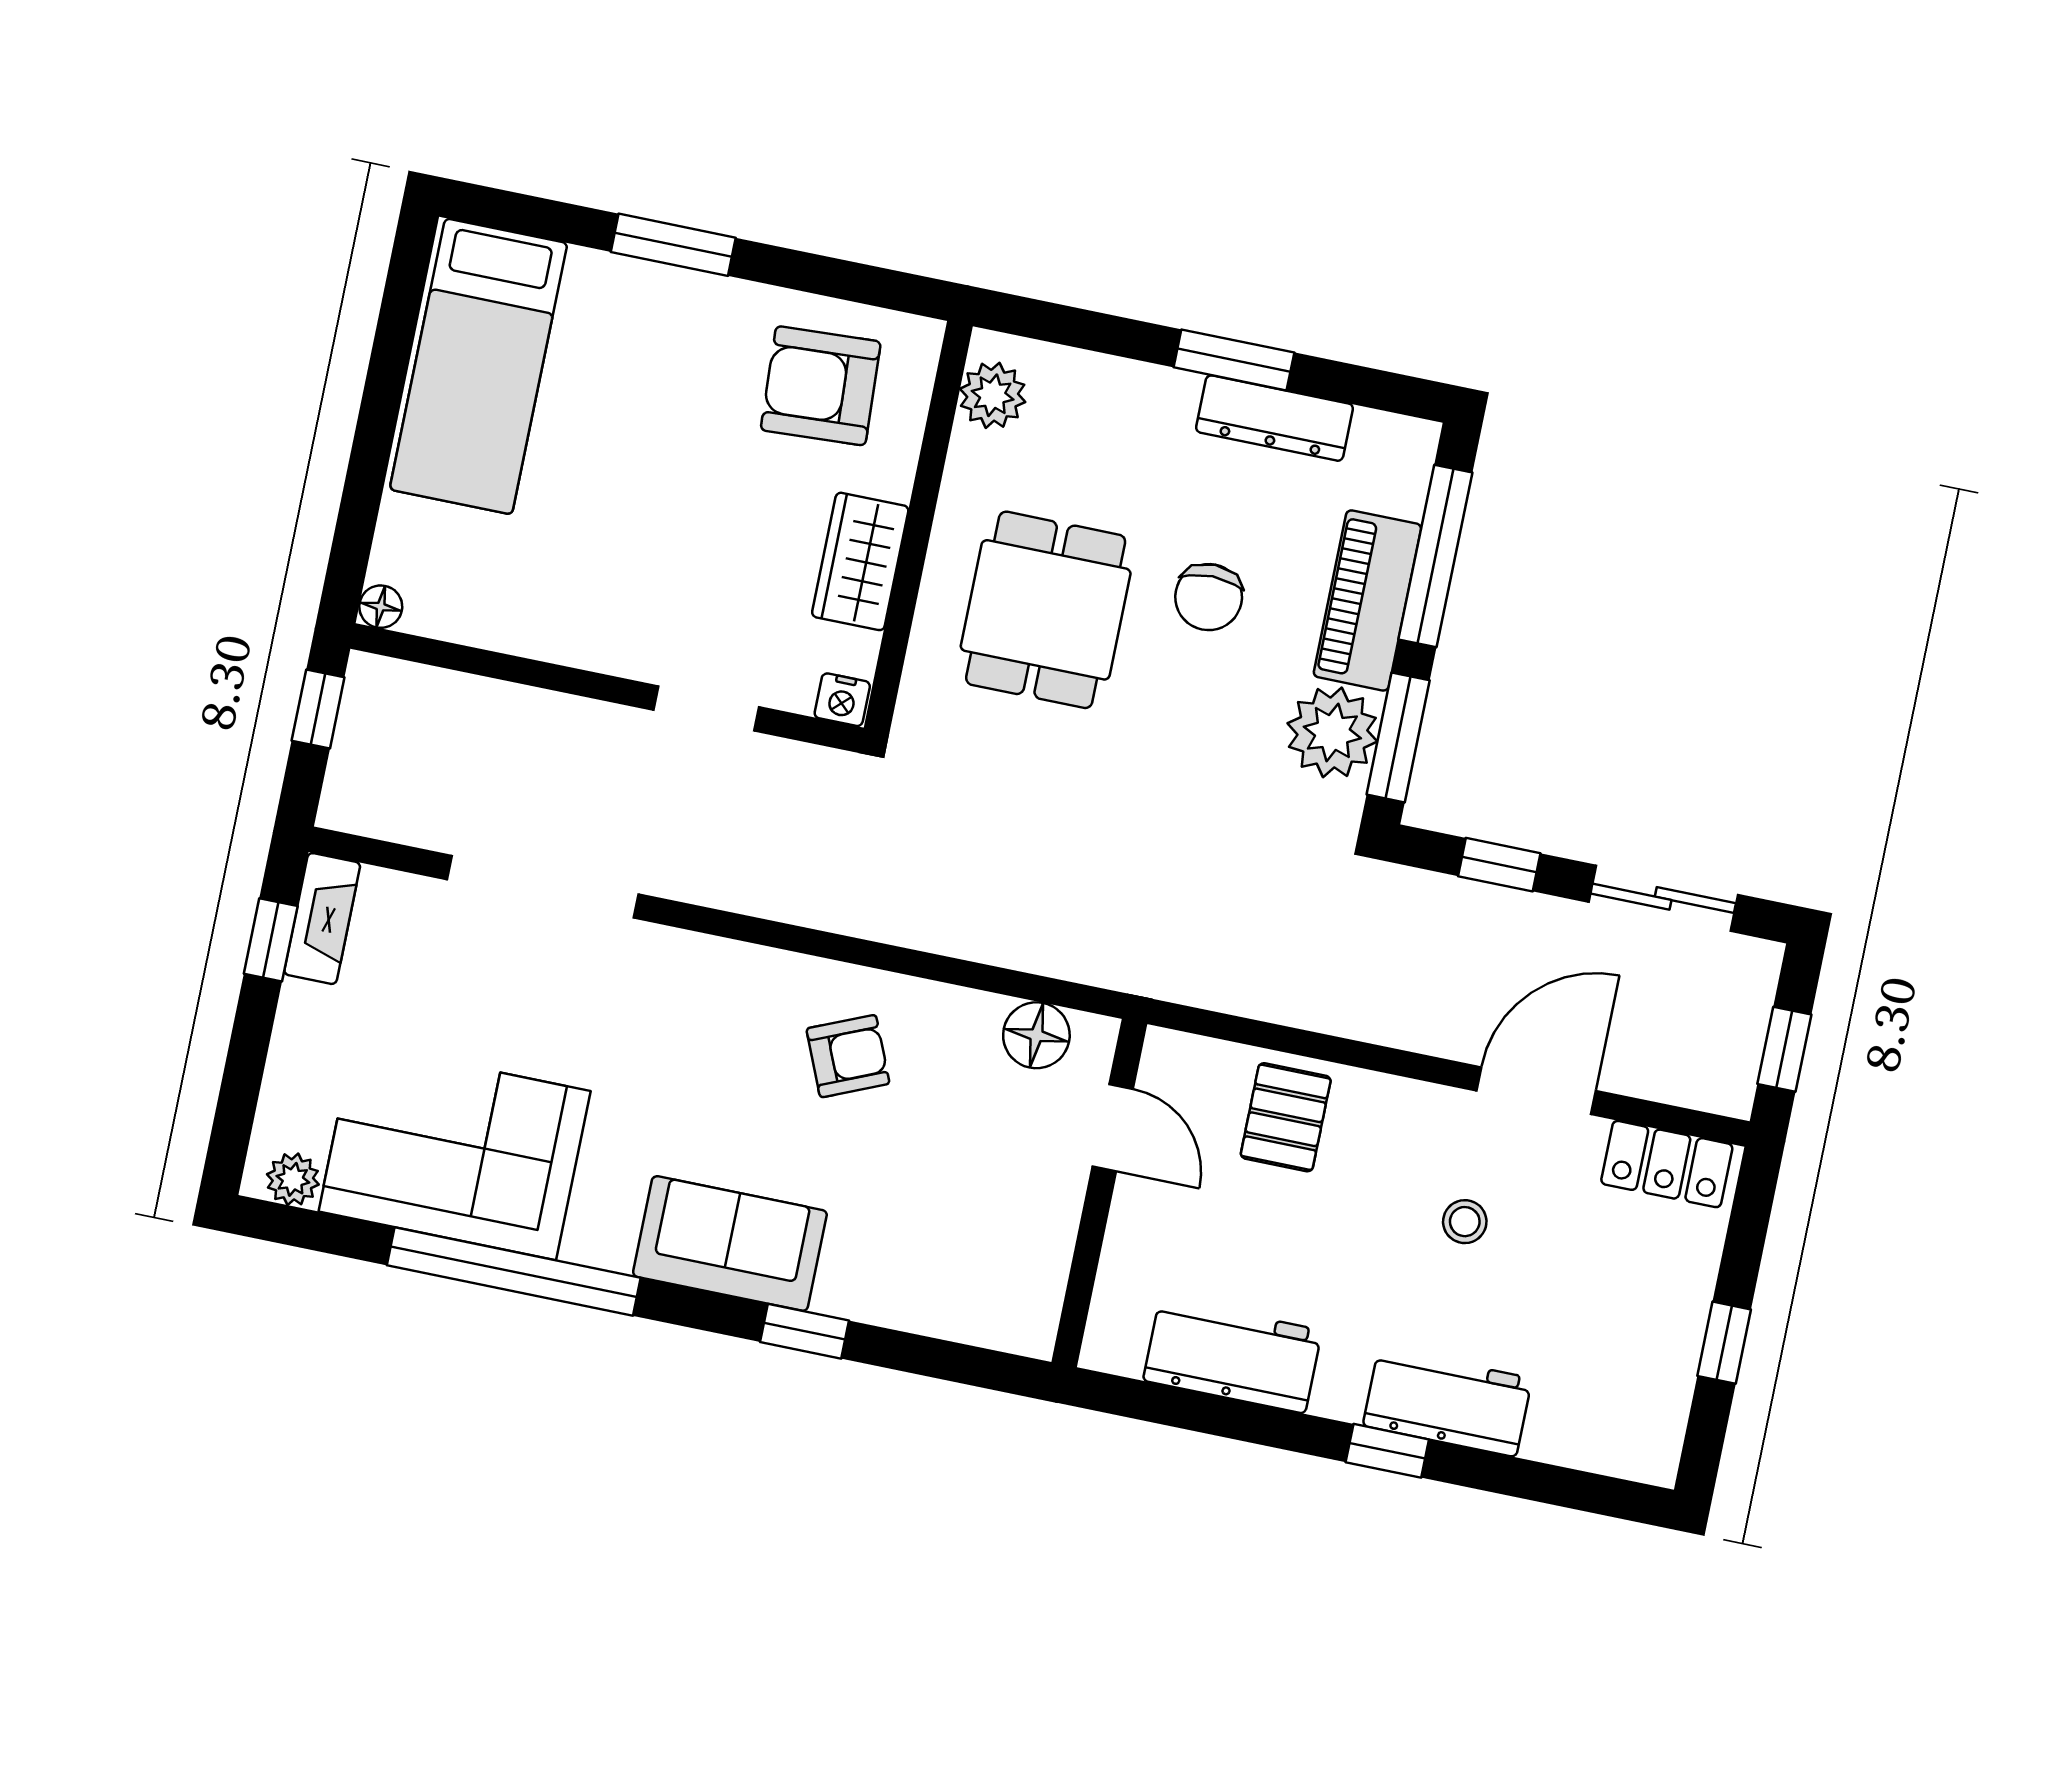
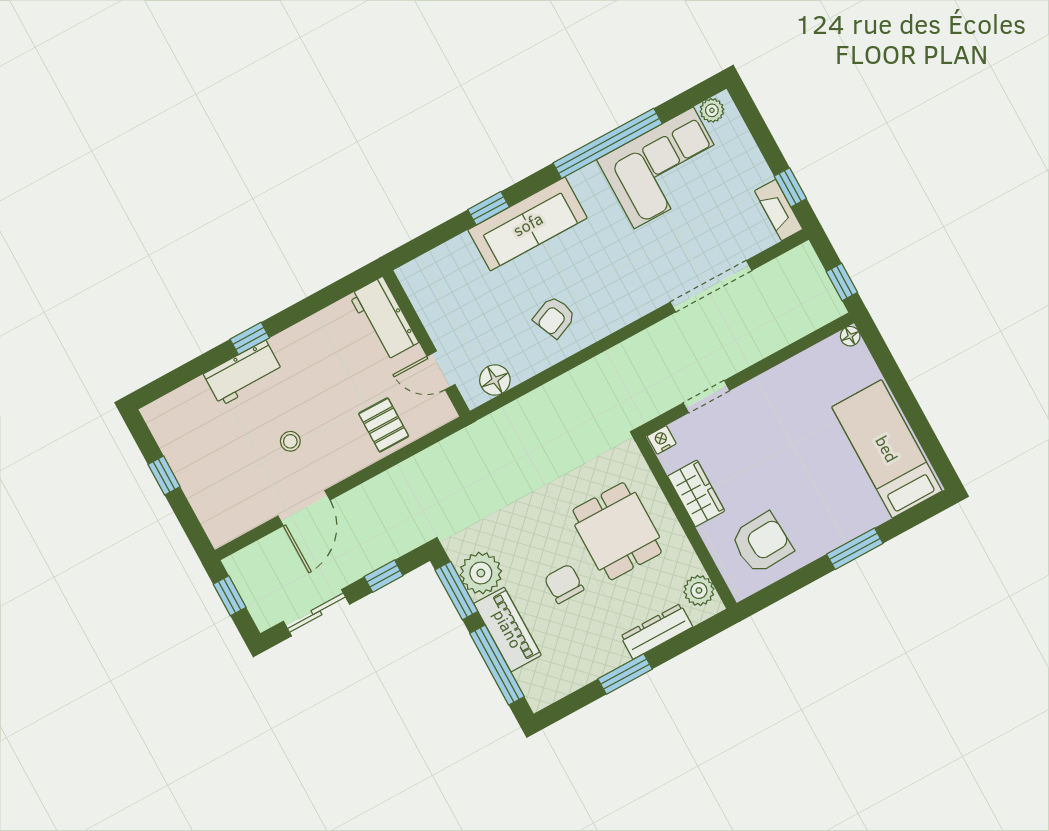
dresser: (1275, 418) -> (657, 631), moved
locker: (1667, 1164) -> (237, 521), removed
sofa: (730, 1243) -> (528, 224), width x1.36
workbench: (1232, 1355) -> (384, 319), moved, turned 90

